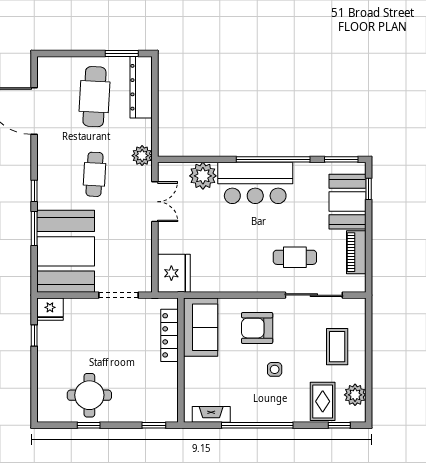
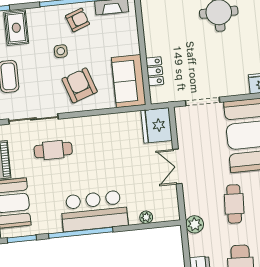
plant: (203, 176) -> (146, 217), width x0.53, depth x0.53
double door: (155, 202) -> (177, 167), moved
armchair: (257, 328) -> (80, 85), turned -109
locker: (169, 335) -> (155, 71), width x0.66
armchair: (252, 403) -> (78, 20), added

